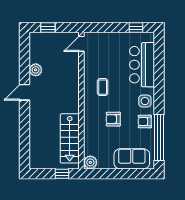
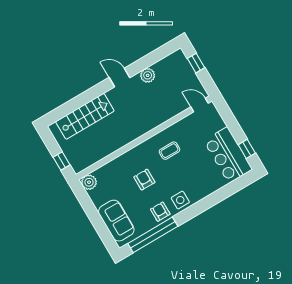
bar counter: (142, 65) -> (228, 155), moved, turned -90
stairs: (70, 138) -> (85, 116), moved, turned 180

